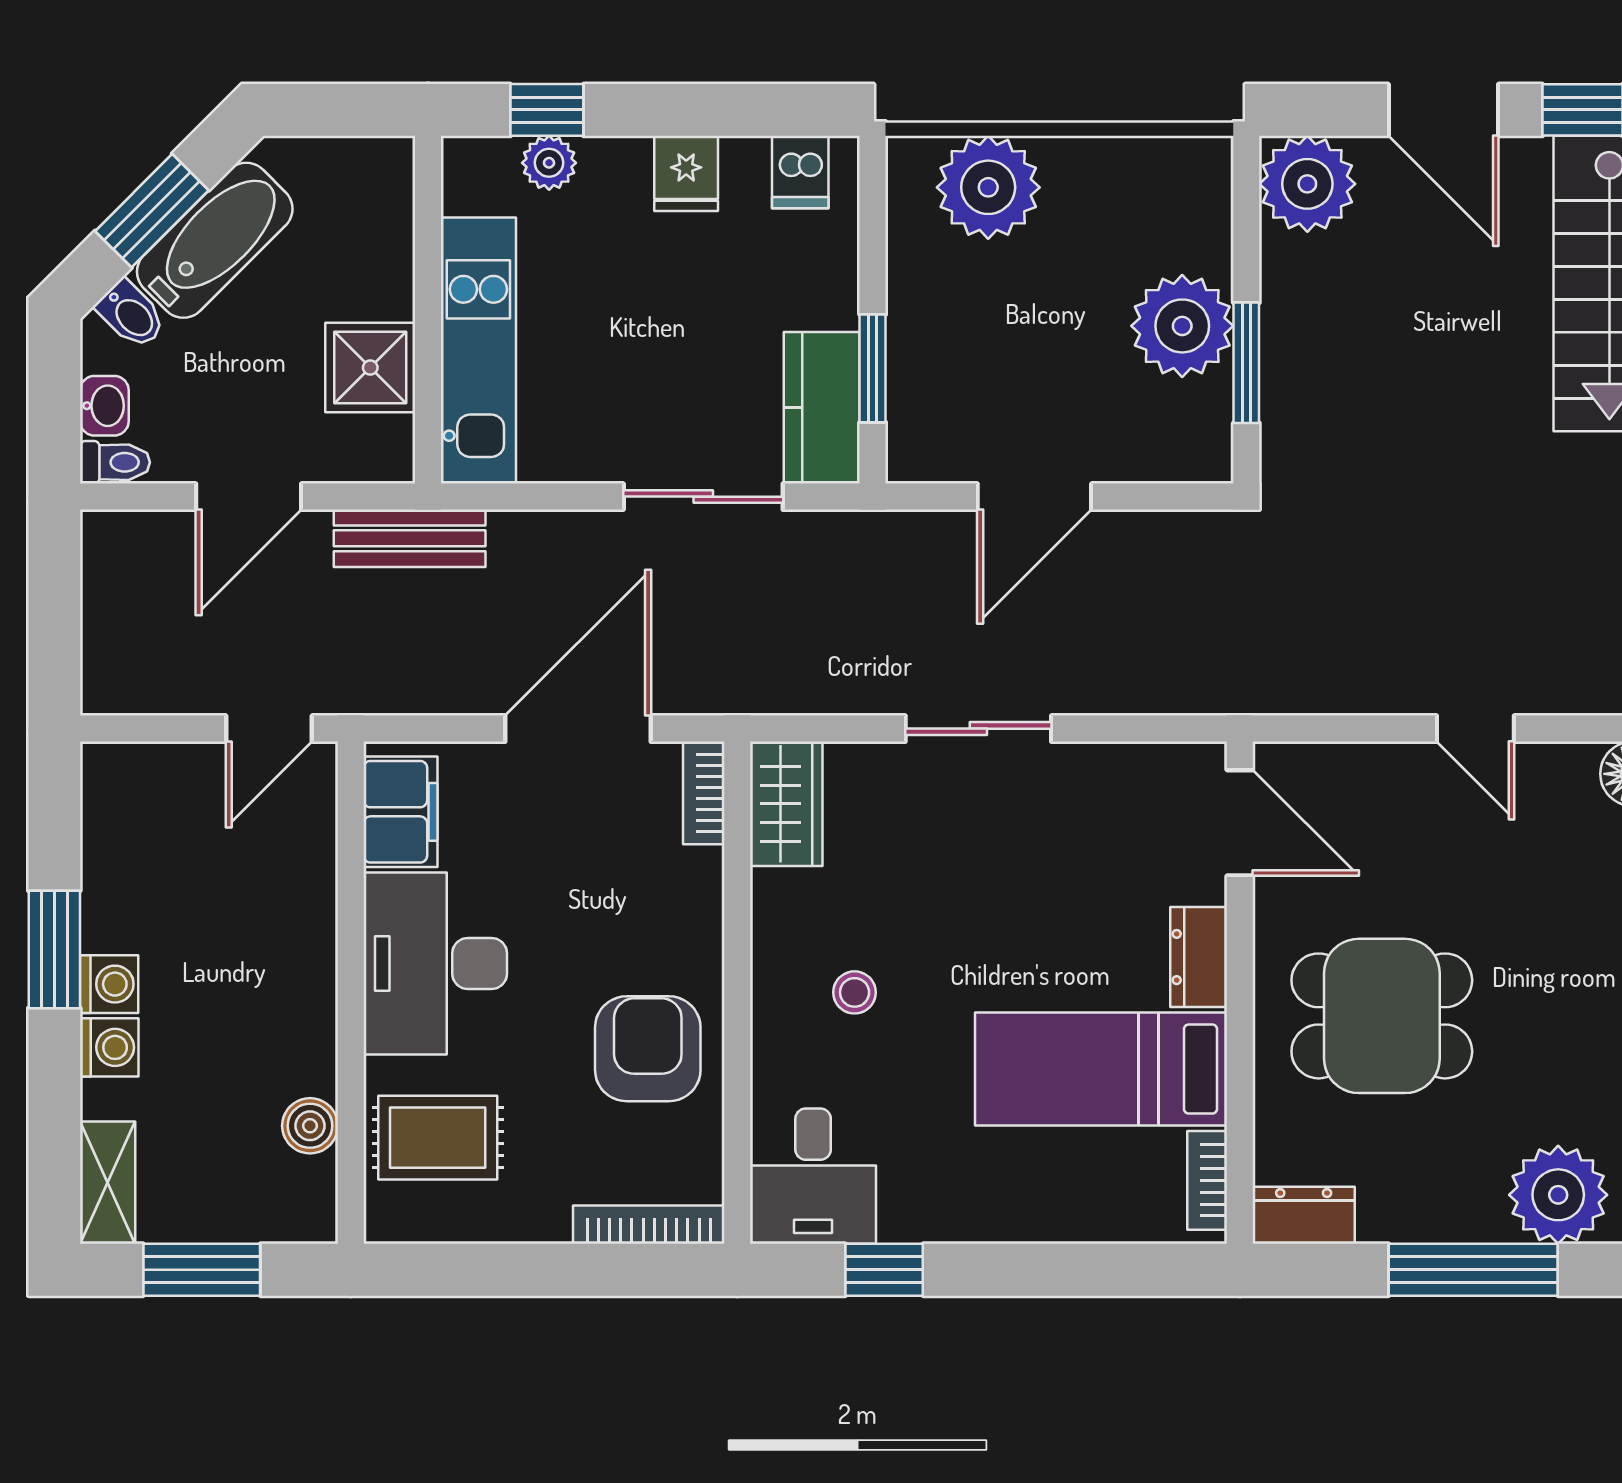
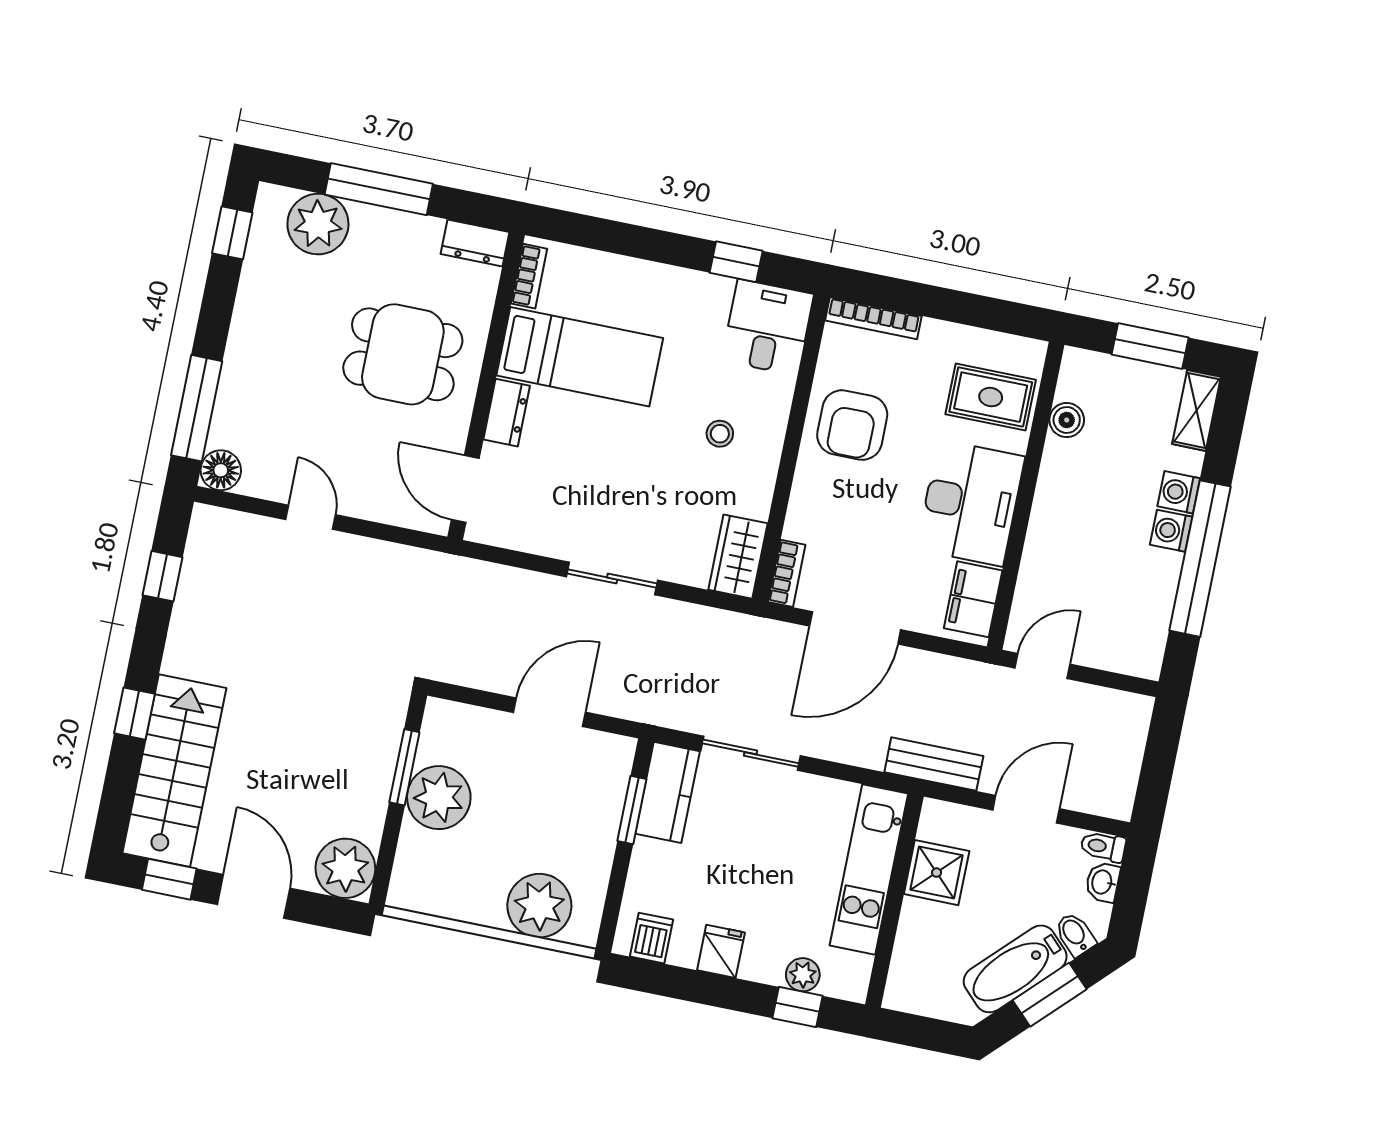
window: (54, 949) -> (1200, 559), width x2.11

